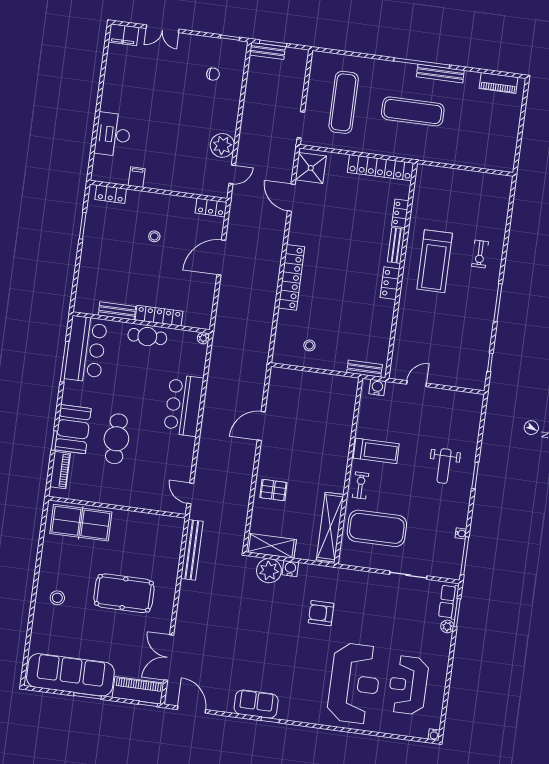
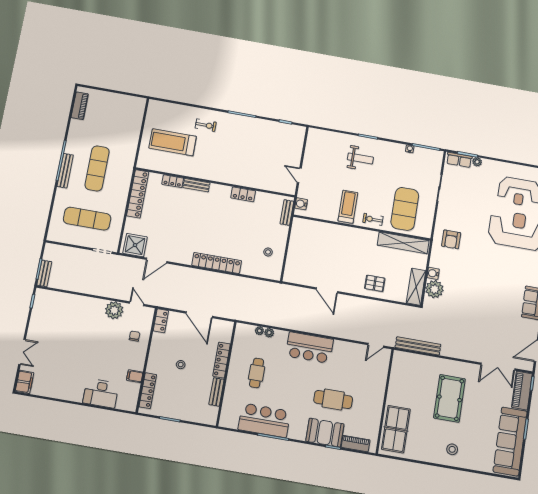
chair: (213, 74) -> (135, 336), moved
bench: (440, 74) -> (65, 171), moved
locker: (111, 194) -> (148, 391), width x1.53
treadmill: (435, 261) -> (173, 142), moved, turned 180
locker: (390, 283) -> (243, 194), moved
bench: (117, 311) -> (216, 392), moved
locker: (159, 316) -> (221, 360), moved
wall: (141, 323) -> (226, 374), moved
plant: (201, 351) -> (269, 333), added
pallet: (273, 490) -> (375, 283), turned 90
armchair: (321, 613) -> (451, 239), moved

